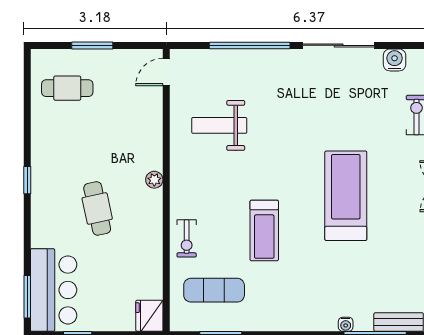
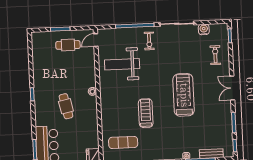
cafe table: (67, 88) -> (68, 45), moved
weight bench: (219, 125) -> (122, 64), width x1.36, depth x1.33
treadmill: (264, 230) -> (146, 113), turned 180
exercise bike: (187, 238) -> (149, 41), moved

